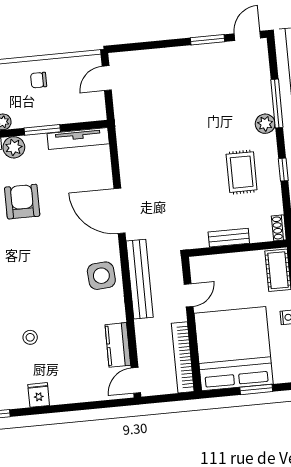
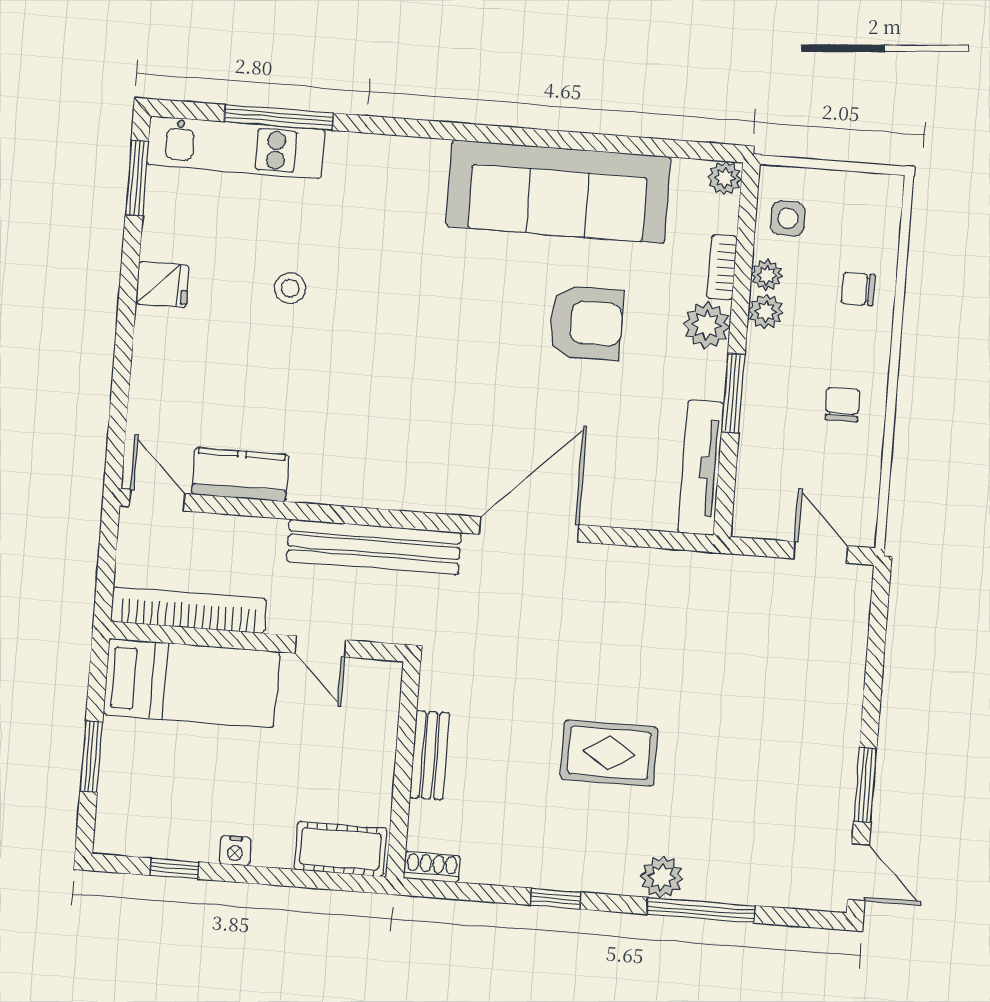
rug: (242, 172) -> (609, 753), moved
side table: (101, 276) -> (396, 465), removed
bed: (234, 349) -> (191, 683), width x0.49

